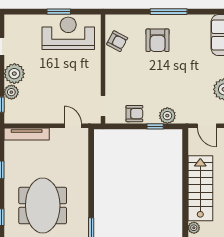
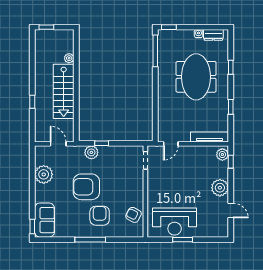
plant: (11, 92) -> (222, 155), moved
armchair: (134, 114) -> (86, 187), moved, width x1.88, depth x1.88
door: (73, 126) -> (171, 144), hinge flipped

